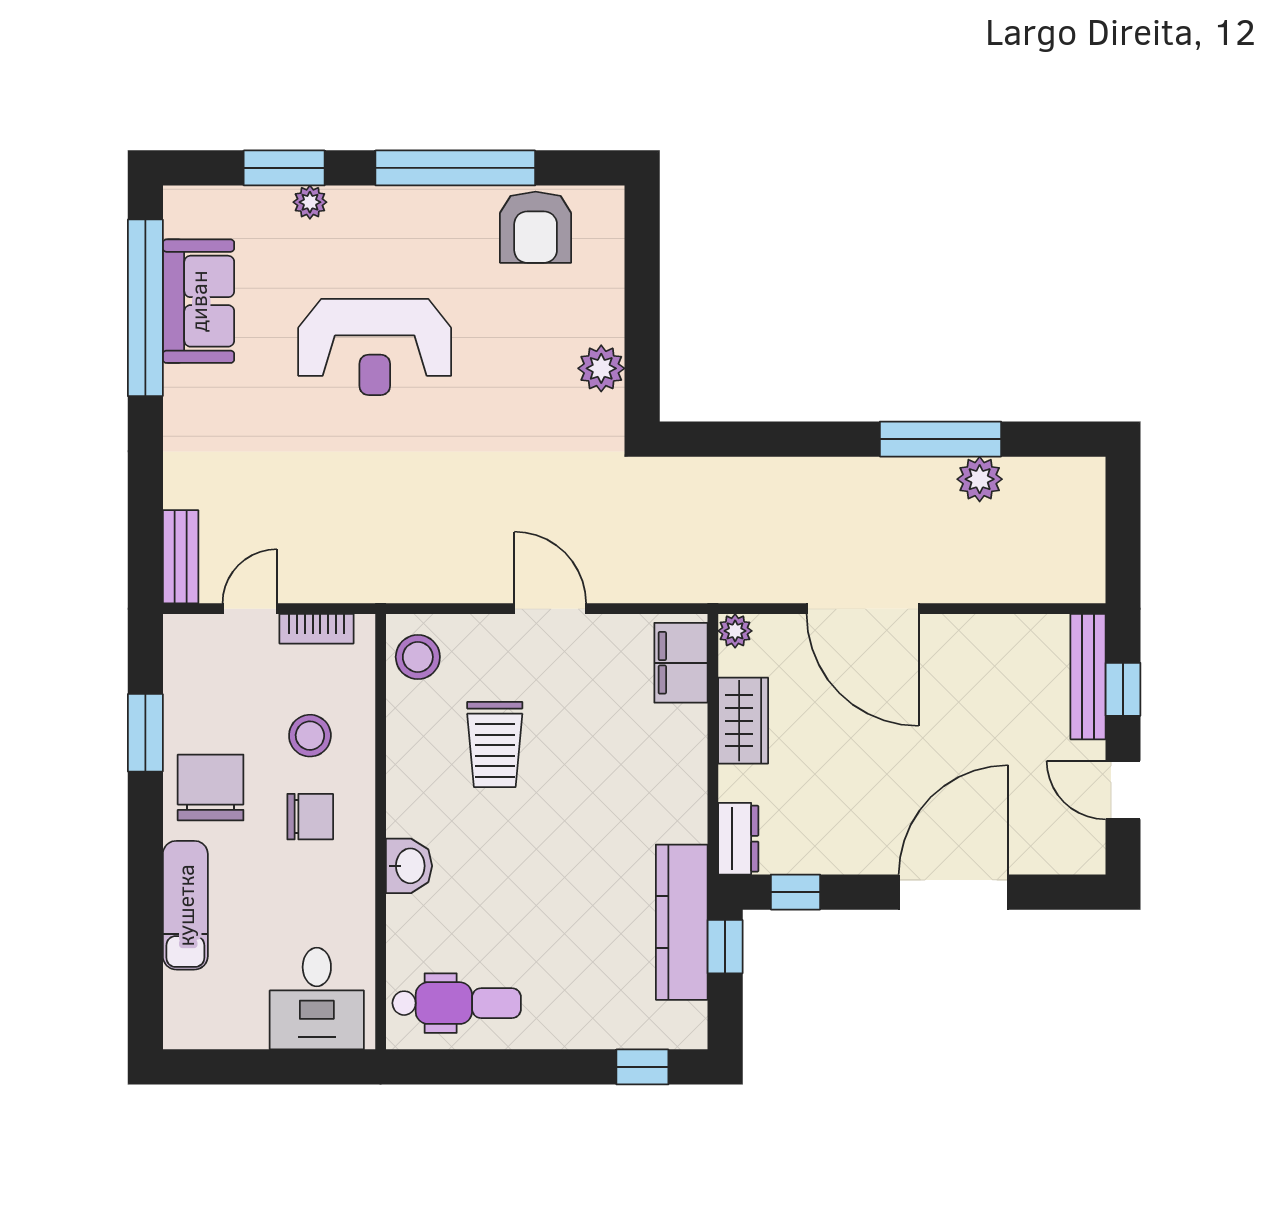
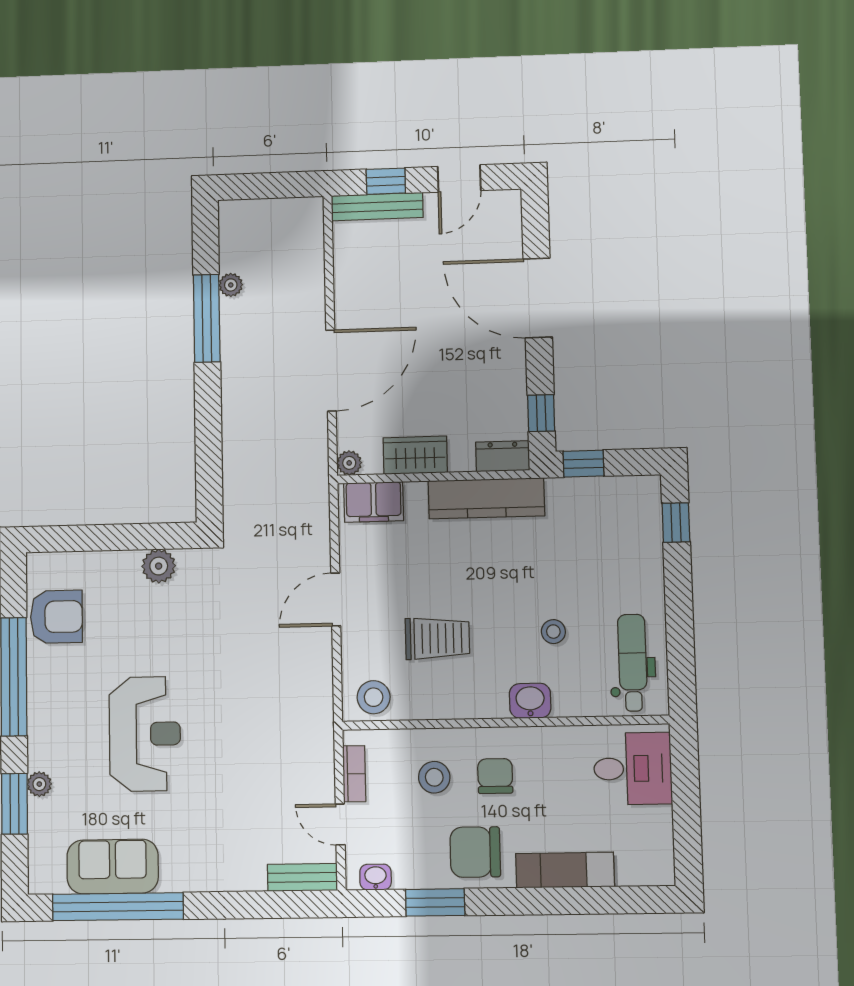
plant: (980, 479) -> (231, 285), width x0.73, depth x0.73
washbasin: (180, 654) -> (376, 877), added
stool: (500, 900) -> (553, 632), added
kitchen counter: (682, 922) -> (486, 498), moved

